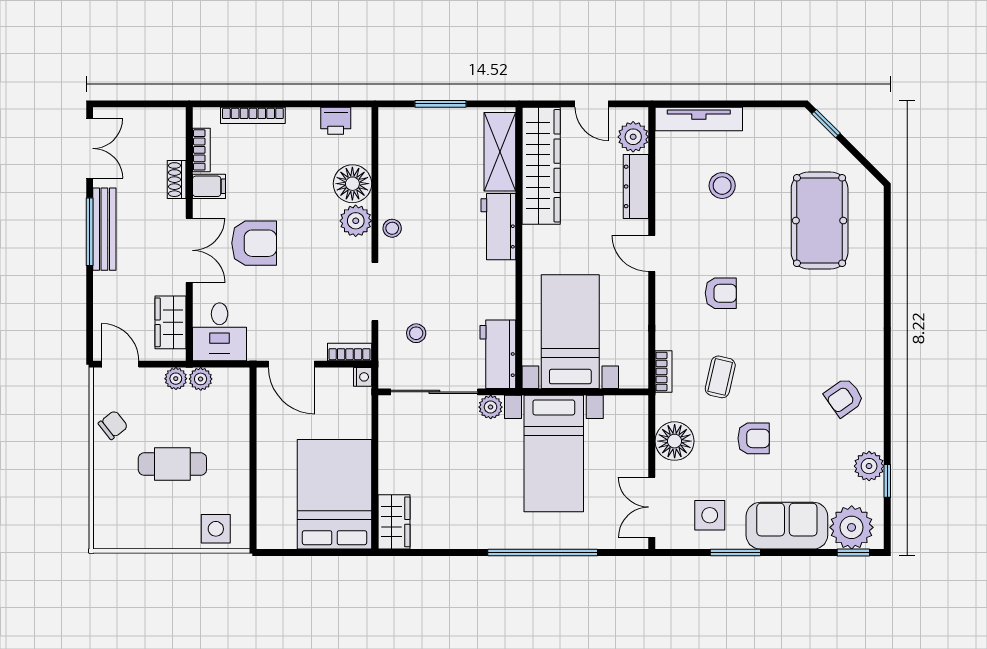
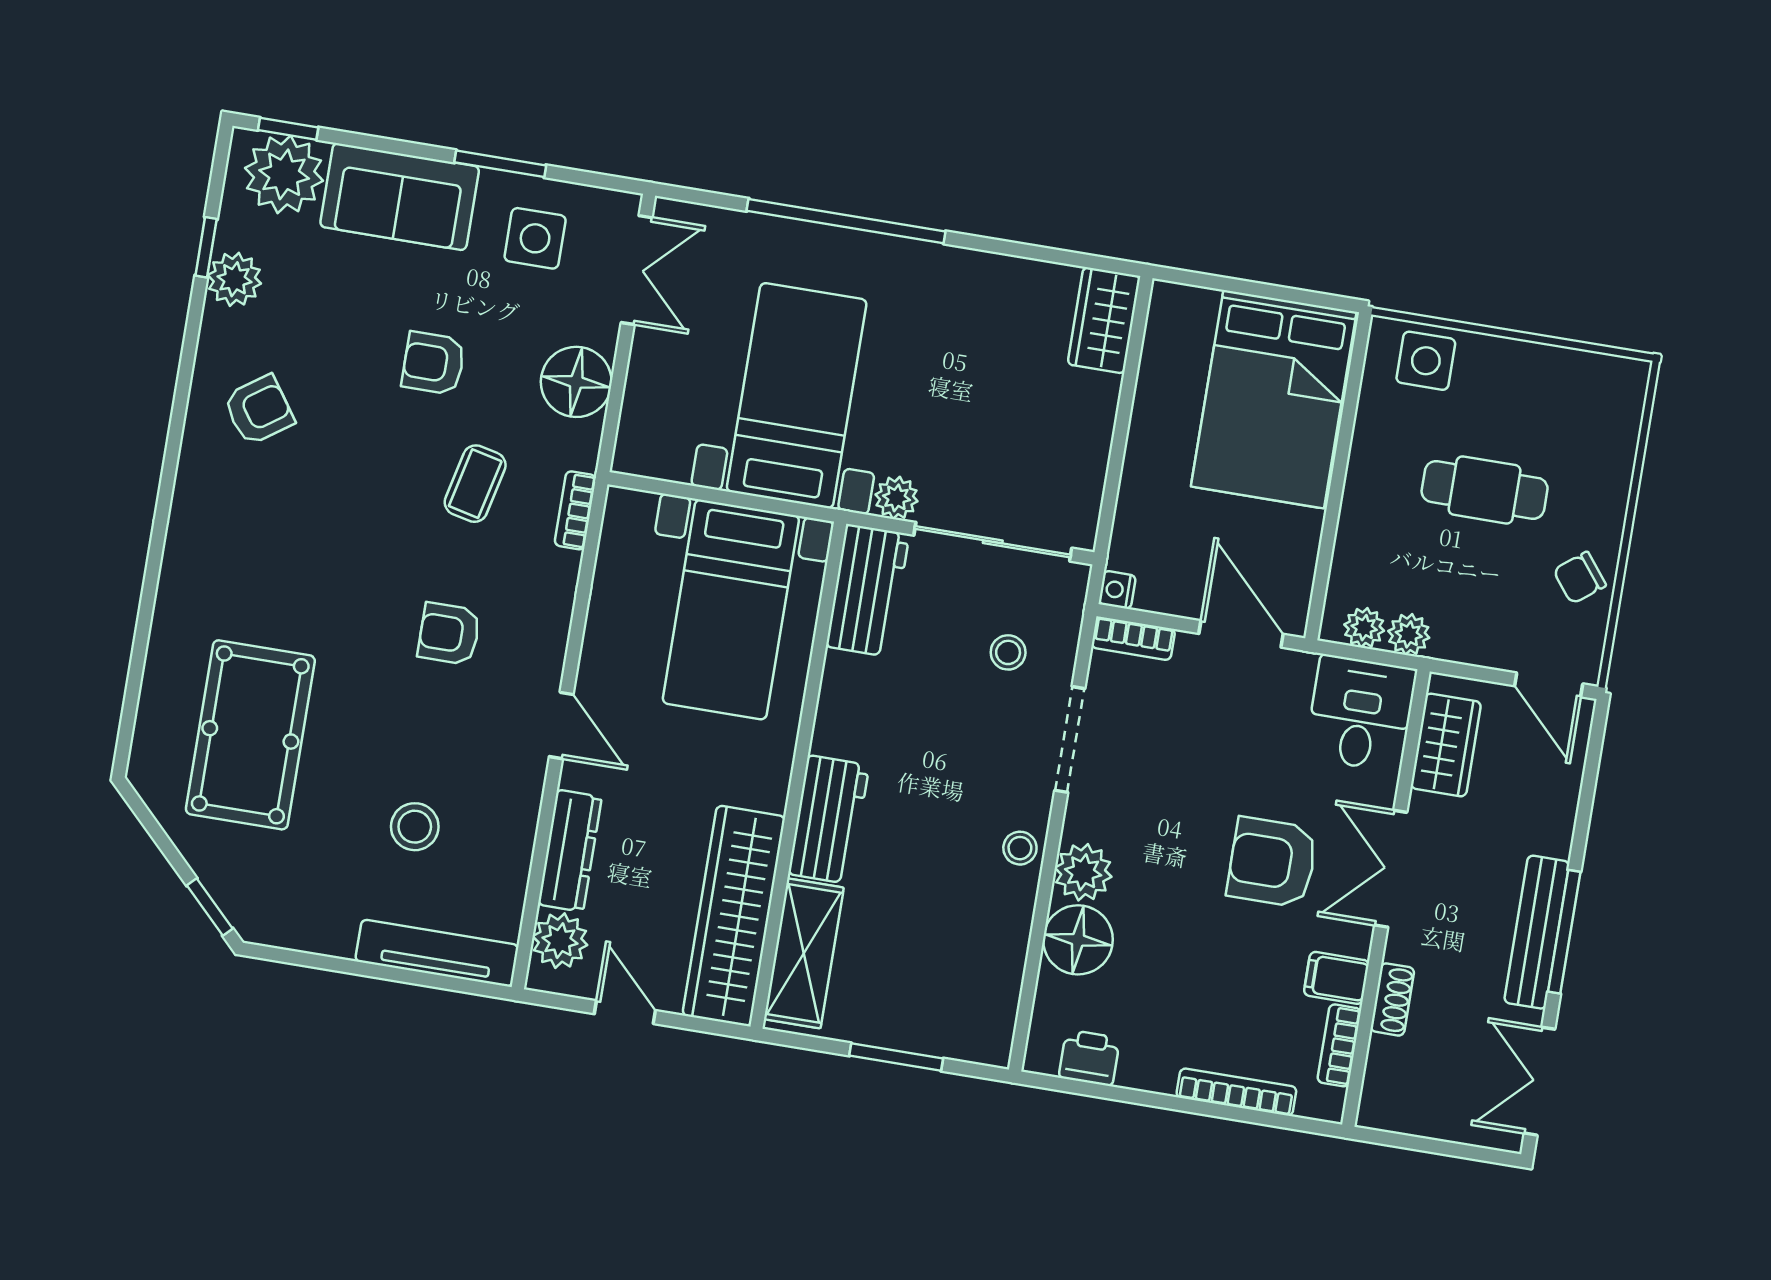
plant: (176, 379) -> (1364, 628), moved
bed: (335, 494) -> (1274, 399), moved

